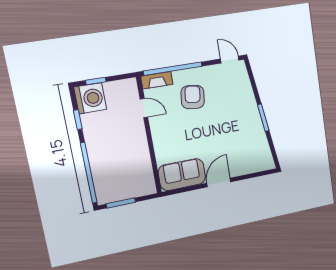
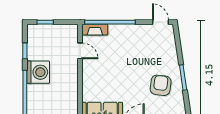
armchair: (193, 97) -> (161, 85), moved
washing machine: (90, 98) -> (38, 72), moved

